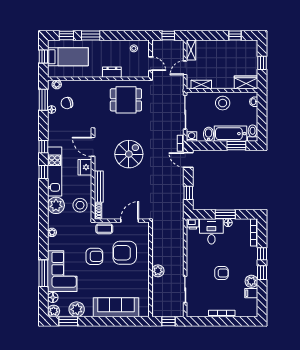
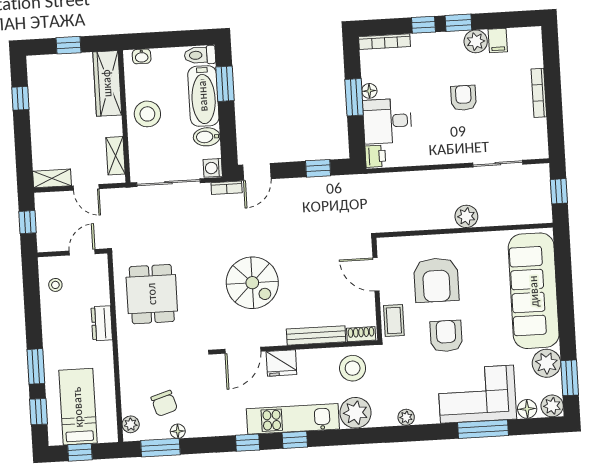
wardrobe: (246, 82) -> (107, 83), width x1.50
spiral stairs: (129, 154) -> (252, 283), turned 180
sofa: (116, 307) -> (534, 291), width x1.36, depth x1.27

